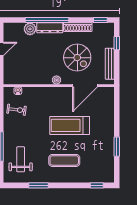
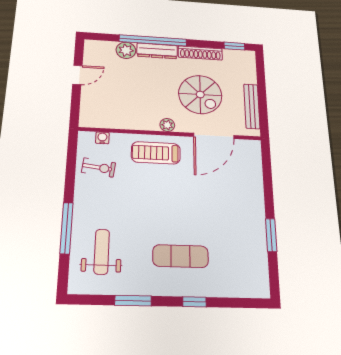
window: (117, 43) -> (261, 78), removed
treadmill: (70, 125) -> (156, 153), moved, width x0.73, depth x0.73
window: (97, 185) -> (194, 302), moved

